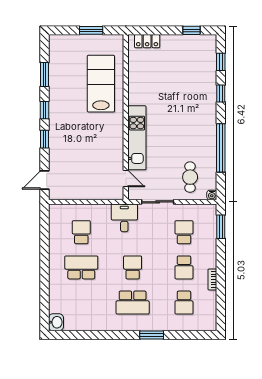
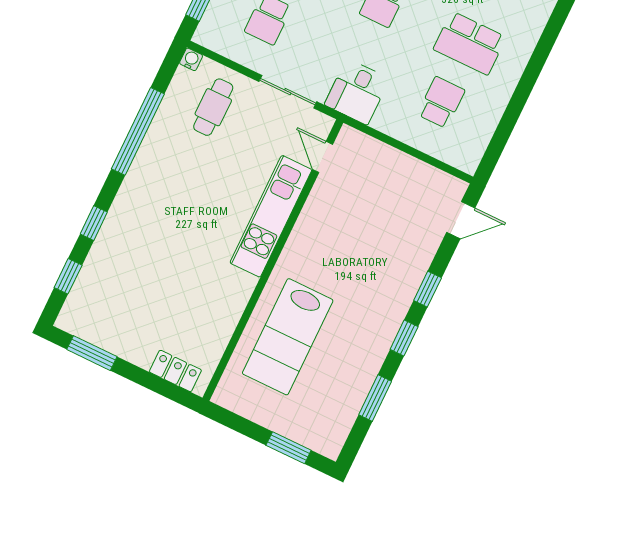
window: (91, 30) -> (289, 448), moved
window: (191, 30) -> (92, 353), width x1.50
school desk: (81, 232) -> (441, 102), turned 180

